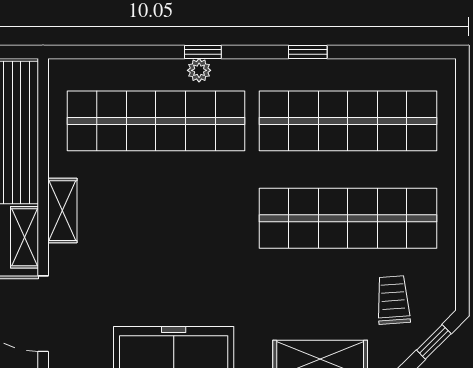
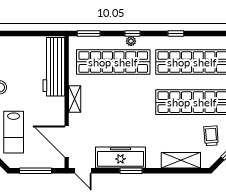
window: (96, 52) -> (89, 34), added
shelving: (24, 237) -> (59, 110), removed

